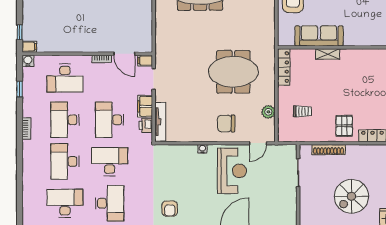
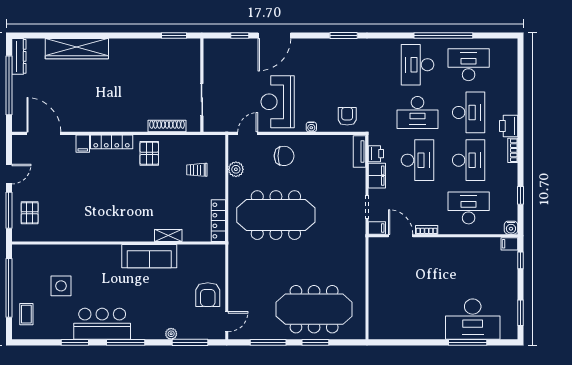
sofa: (319, 36) -> (149, 256), moved
meeting table: (233, 72) -> (276, 215), width x1.36
tv unit: (160, 122) -> (360, 151), width x0.71
printer: (30, 150) -> (509, 126), added
spiral stairs: (351, 196) -> (141, 73), removed
desk: (65, 203) -> (469, 65), turned 180
armchair: (170, 209) -> (347, 116), moved

